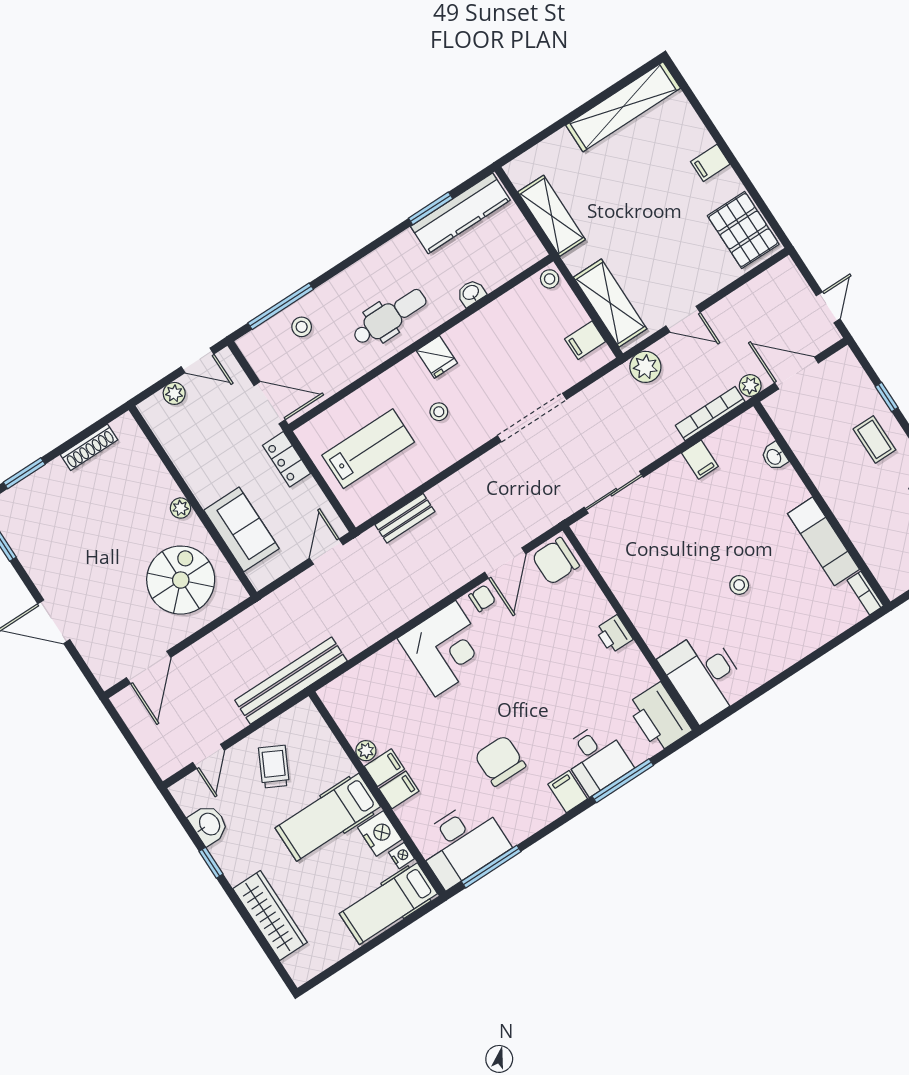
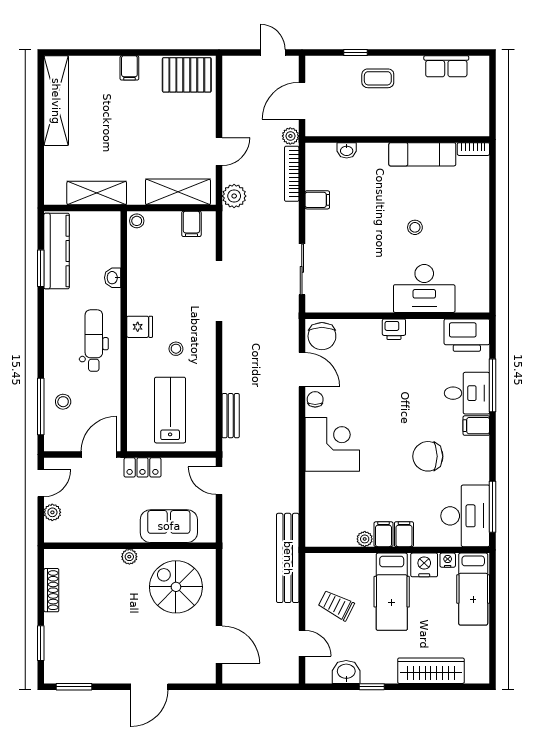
desk: (704, 676) -> (424, 288), moved

